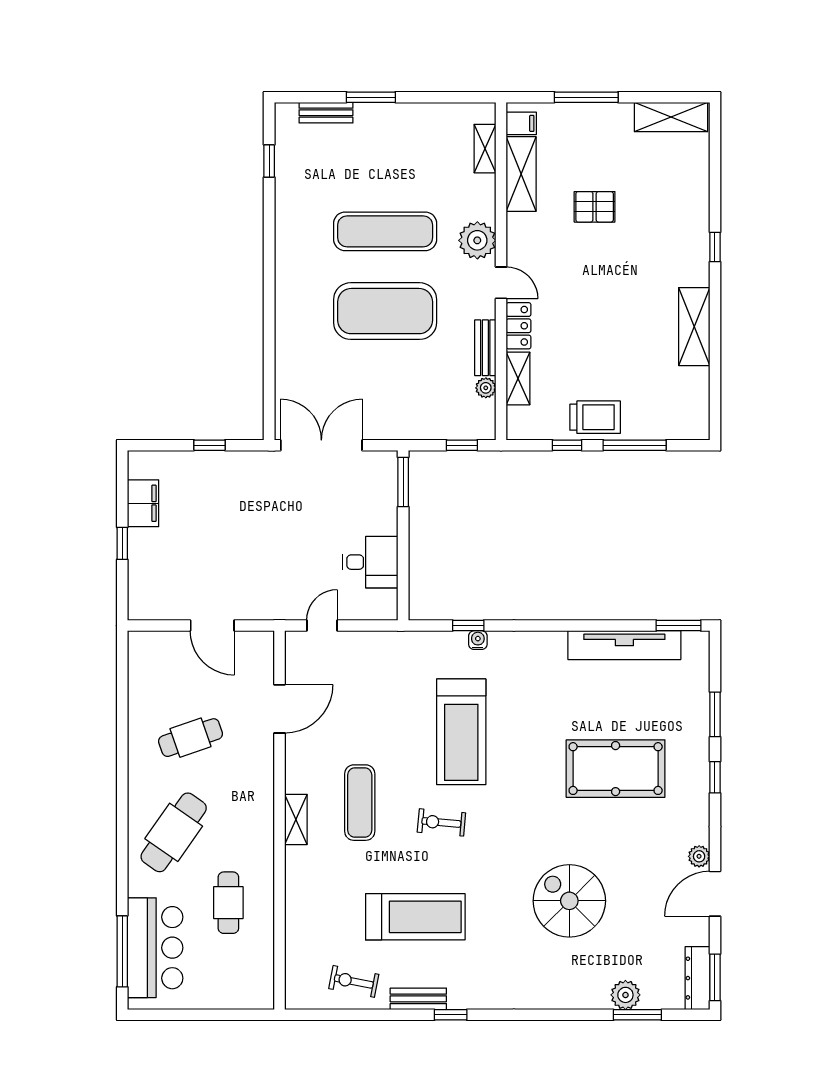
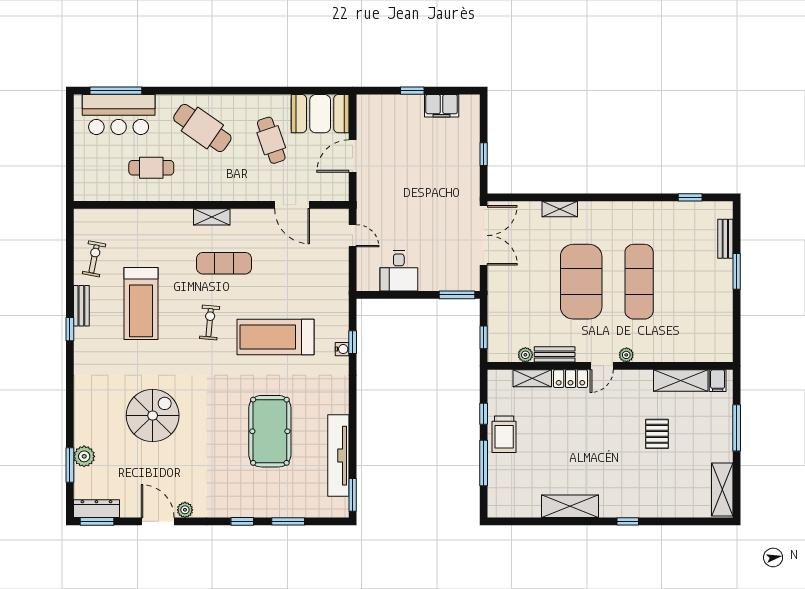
shelving: (485, 149) -> (560, 209), moved
plant: (477, 240) -> (626, 355), width x0.53, depth x0.53
booth: (154, 670) -> (320, 114), added
pool table: (616, 769) -> (270, 431), moved

